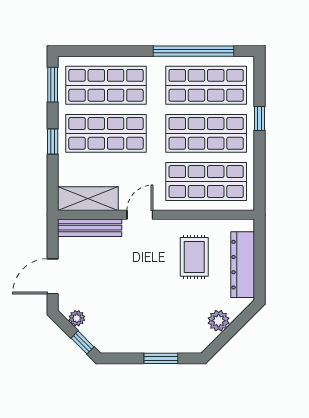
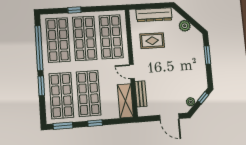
window: (126, 51) -> (41, 86), added
bench: (90, 228) -> (141, 94), width x0.73

